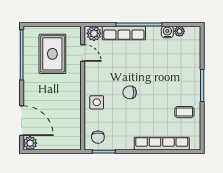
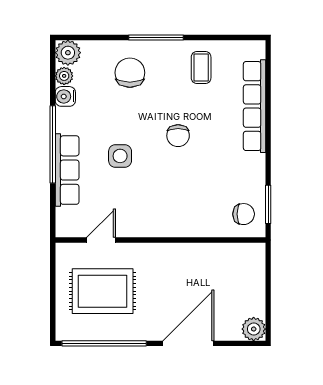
plant: (94, 33) -> (68, 53), moved
chair: (181, 70) -> (130, 73), added
chair: (130, 92) -> (178, 136), moved
side table: (97, 102) -> (120, 156), moved
door: (22, 121) -> (188, 343), moved

